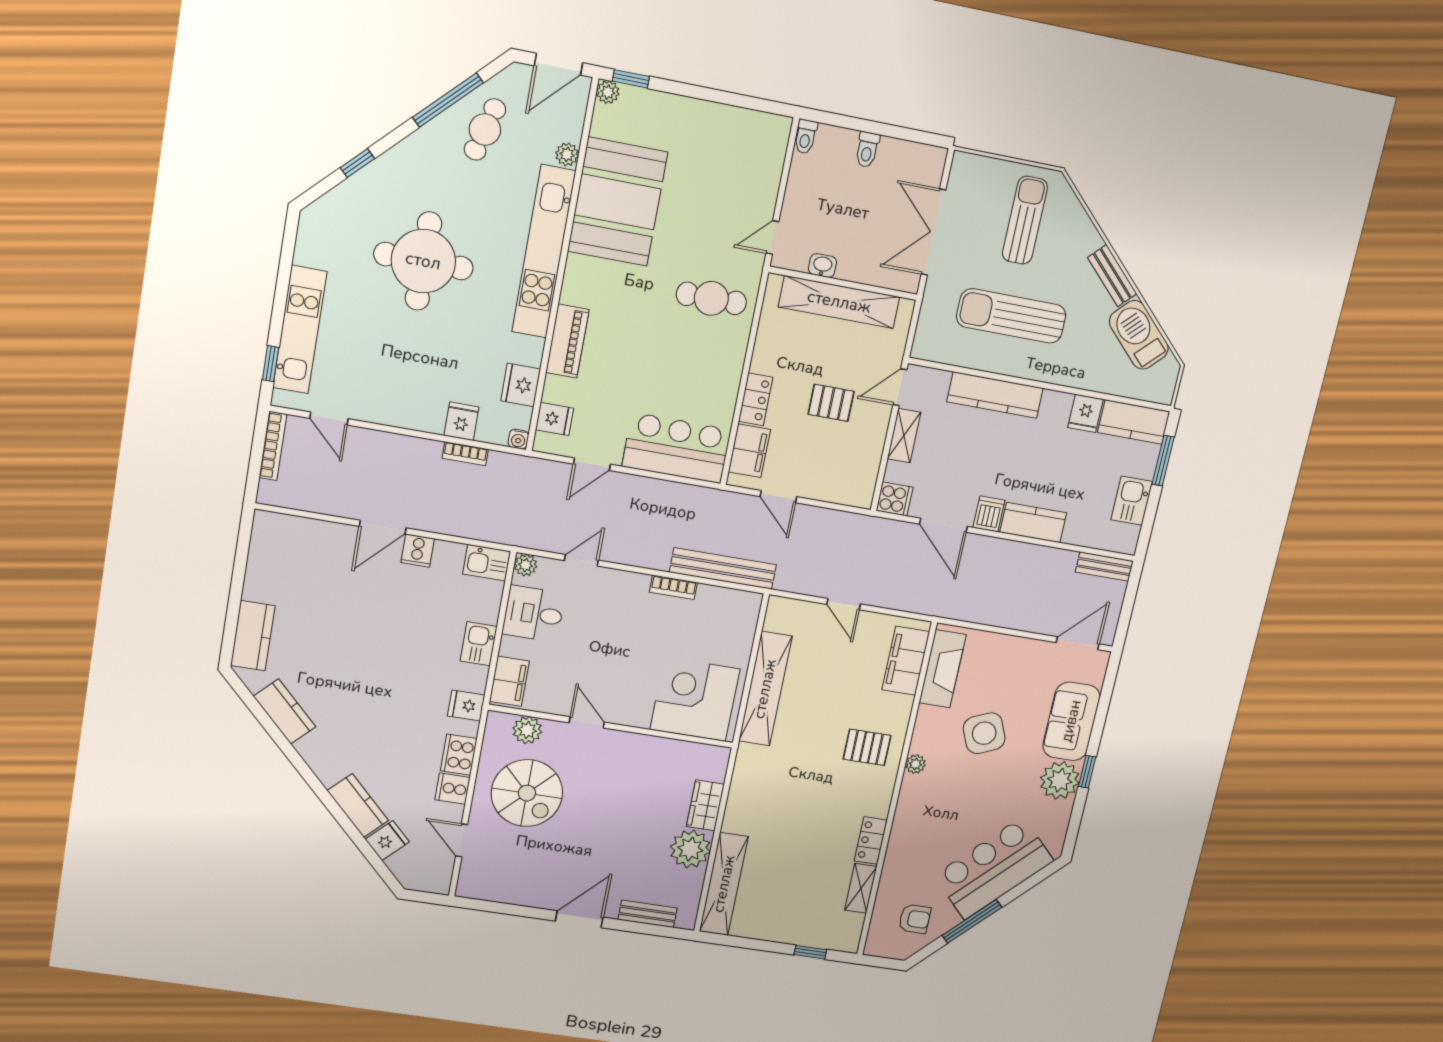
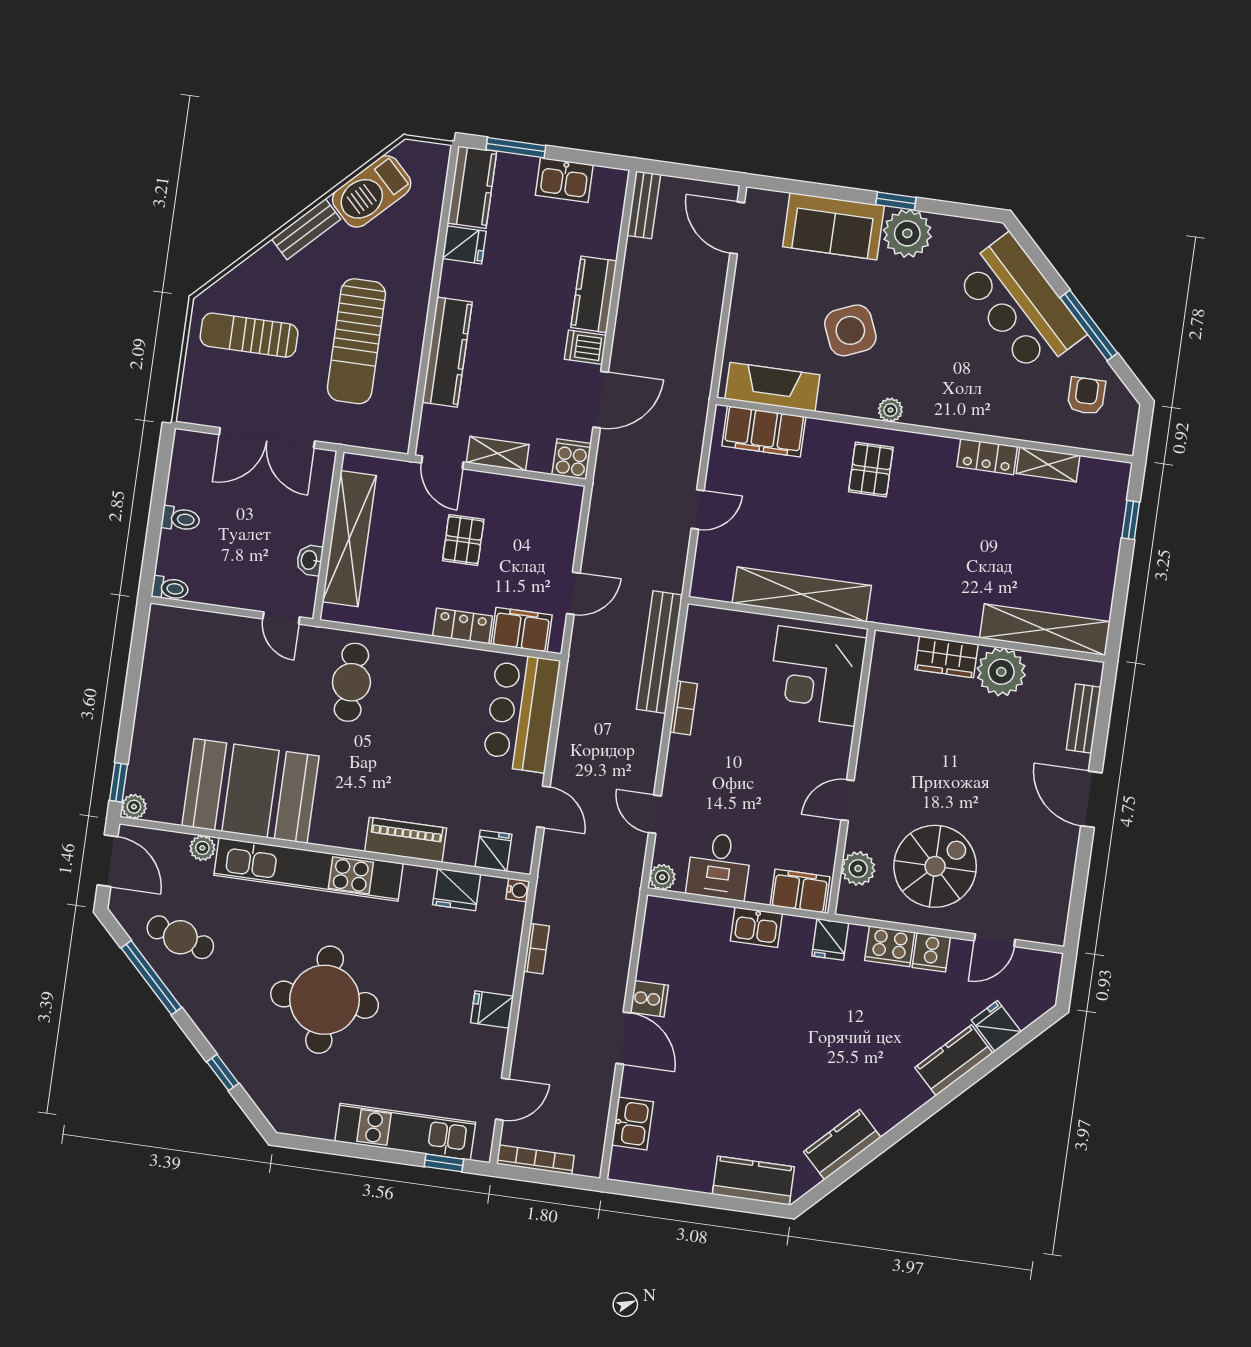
fridge: (461, 421) -> (492, 1010), moved
kitchen sink: (487, 563) -> (632, 1123), moved

